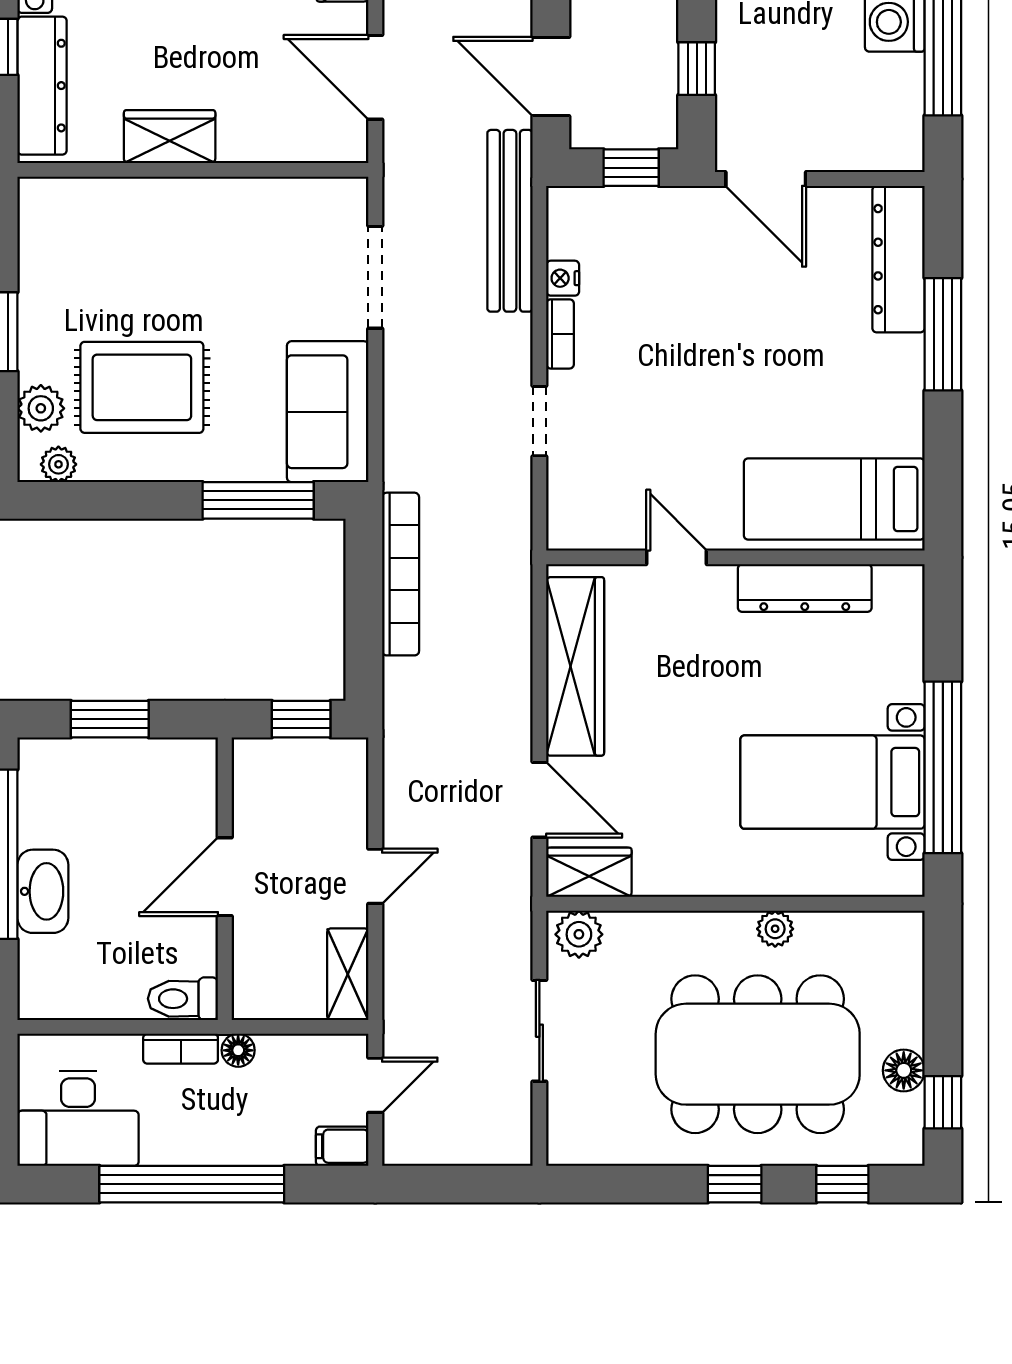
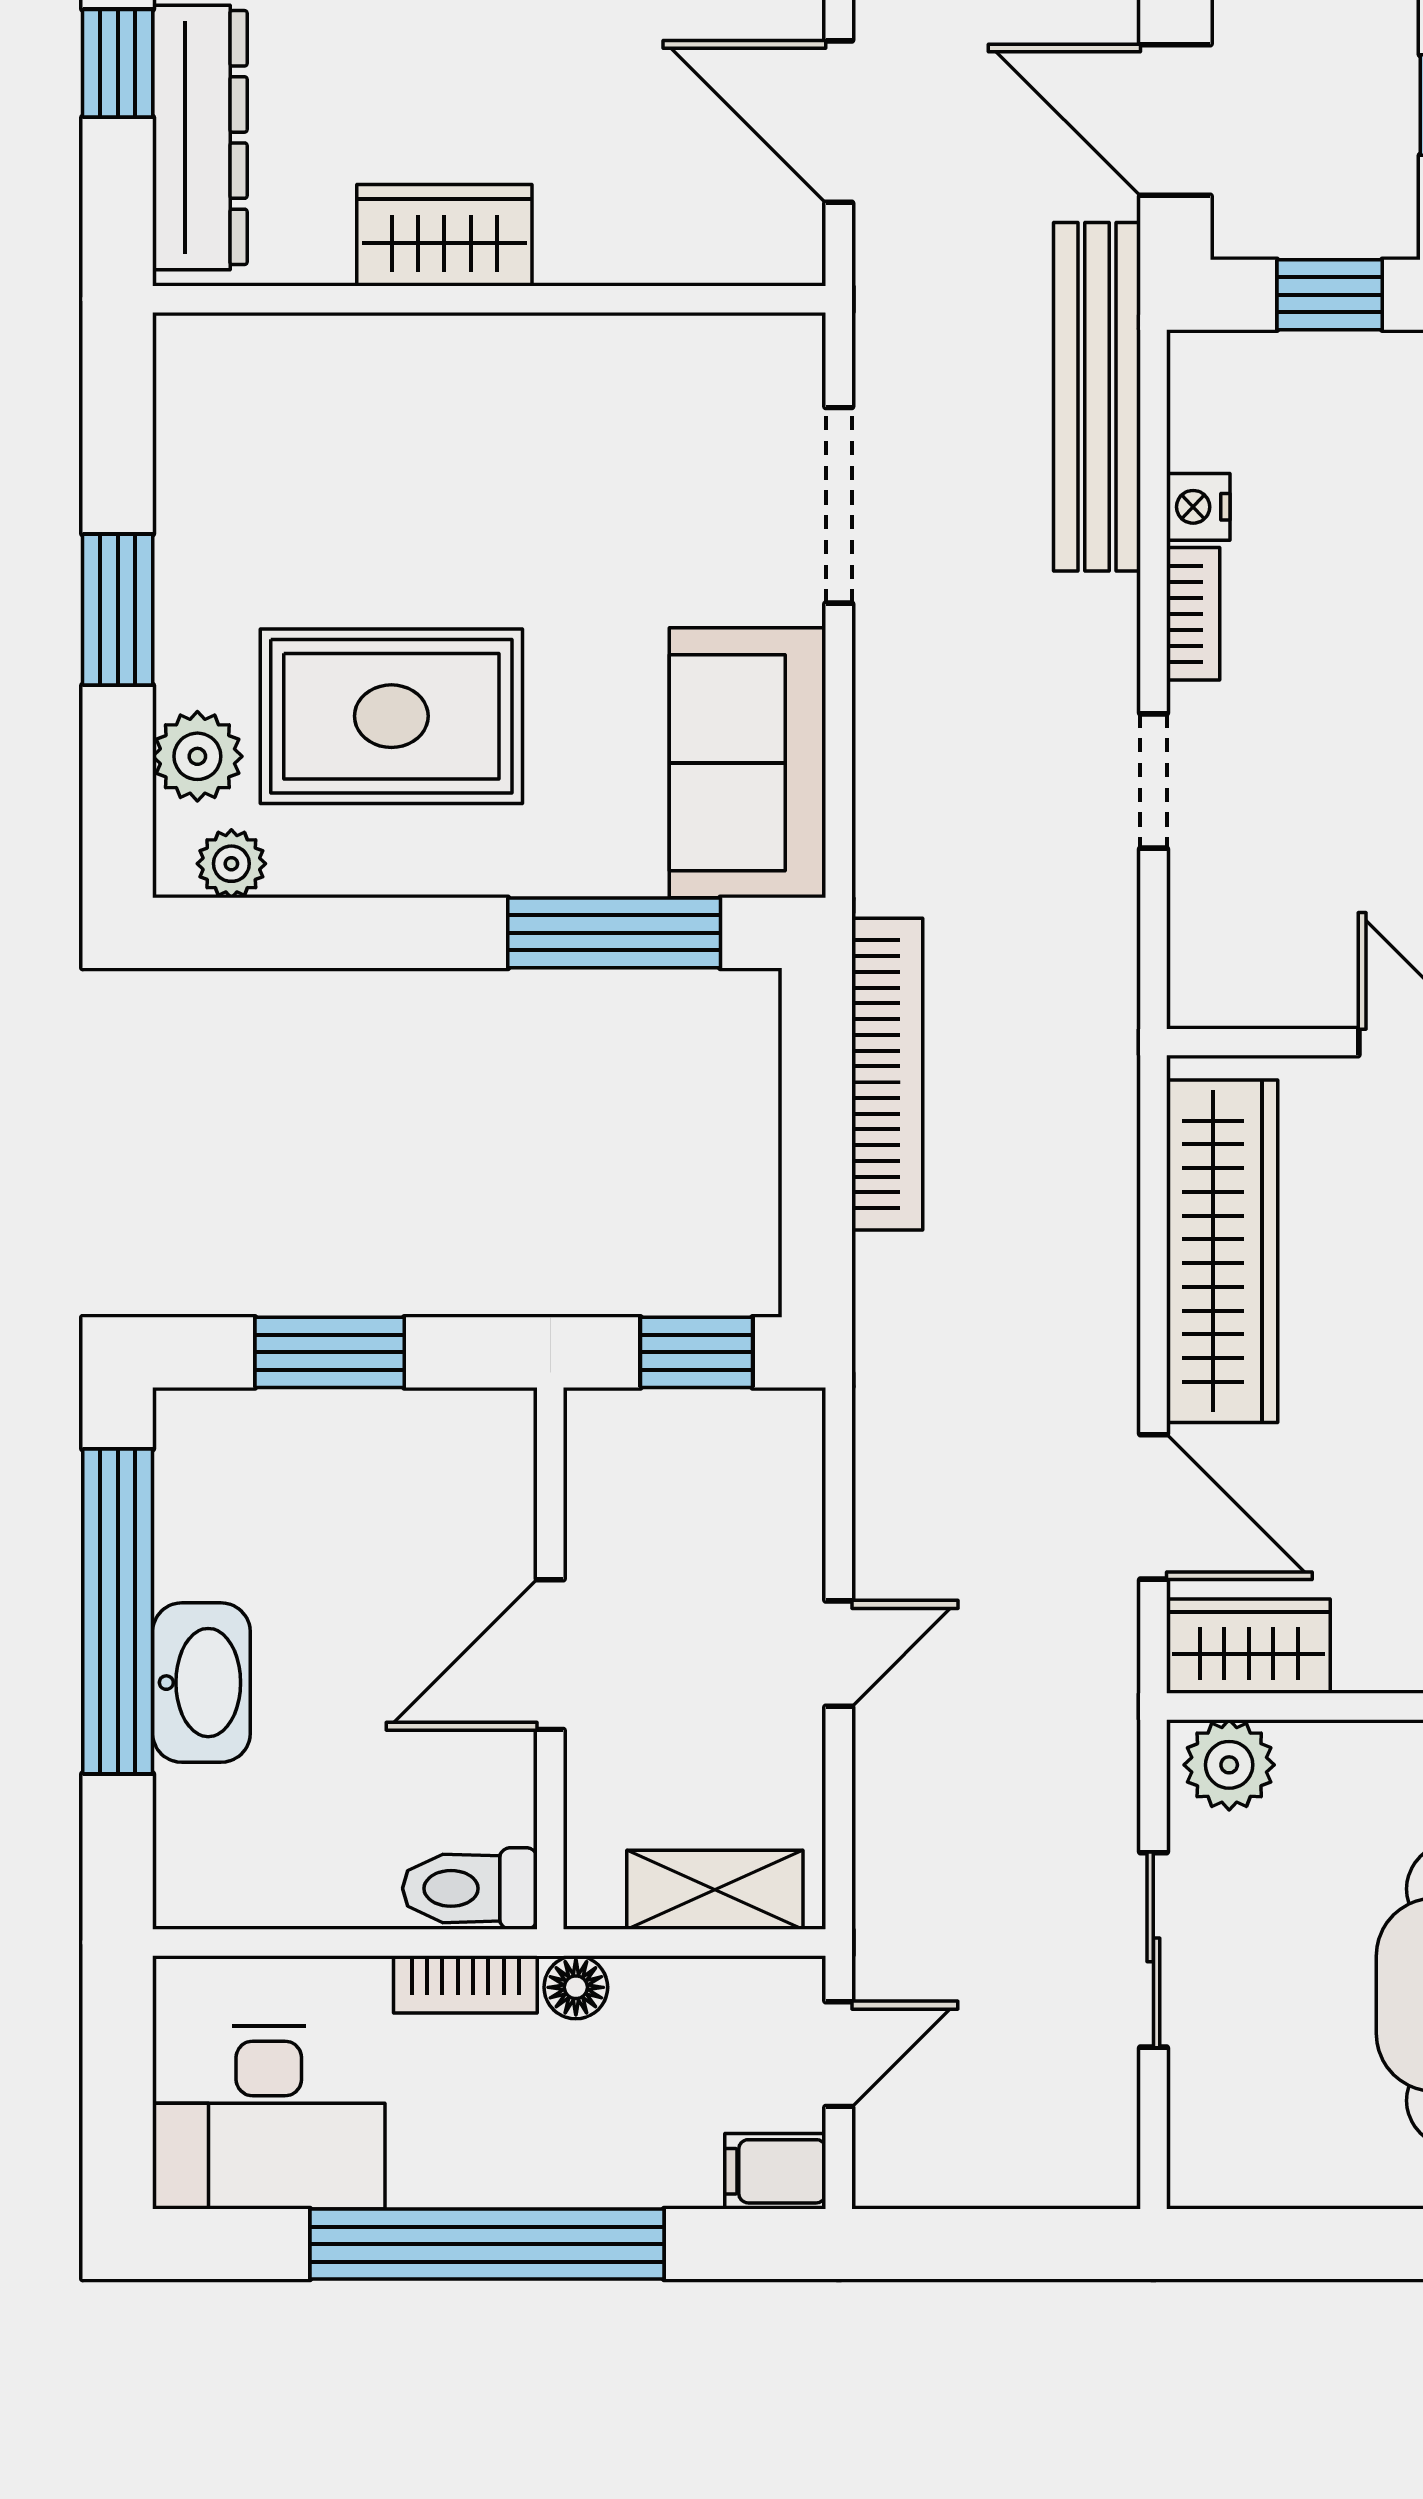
shelving: (348, 974) -> (715, 1890), moved, turned 90

